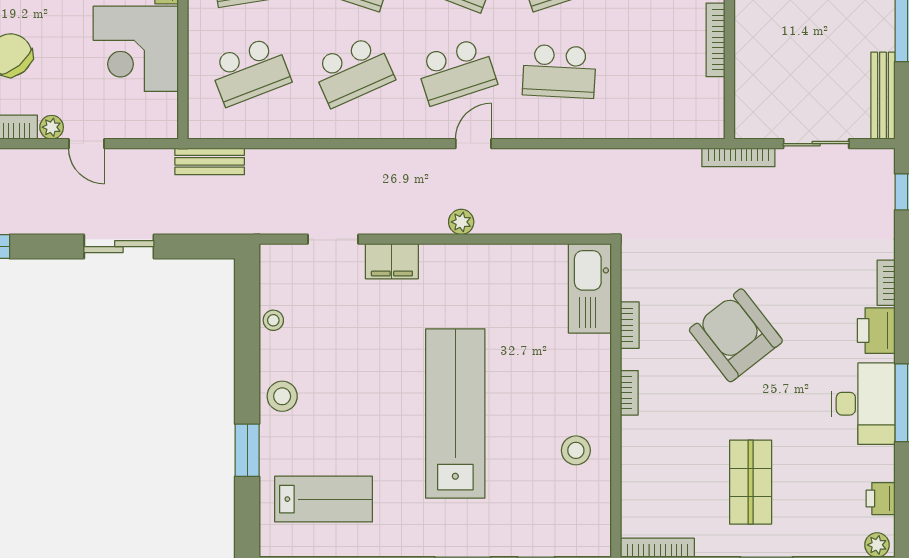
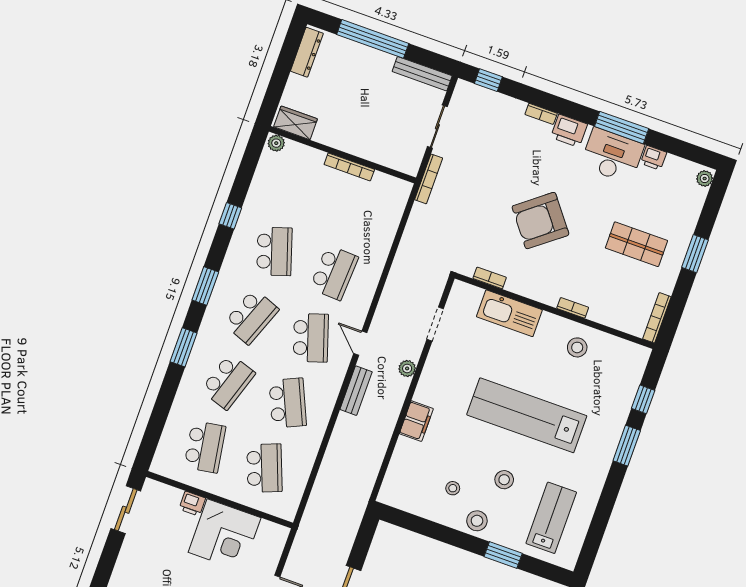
bench: (210, 161) -> (356, 391), moved
doorway: (333, 239) -> (435, 324), moved
kitchen sink: (590, 288) -> (509, 313), moved
stool: (273, 320) -> (453, 488), moved
bookcase: (630, 325) -> (490, 278), moved
bookcase: (629, 393) -> (573, 308), moved
stool: (354, 414) -> (504, 480), added
printer: (881, 499) -> (654, 158), moved

